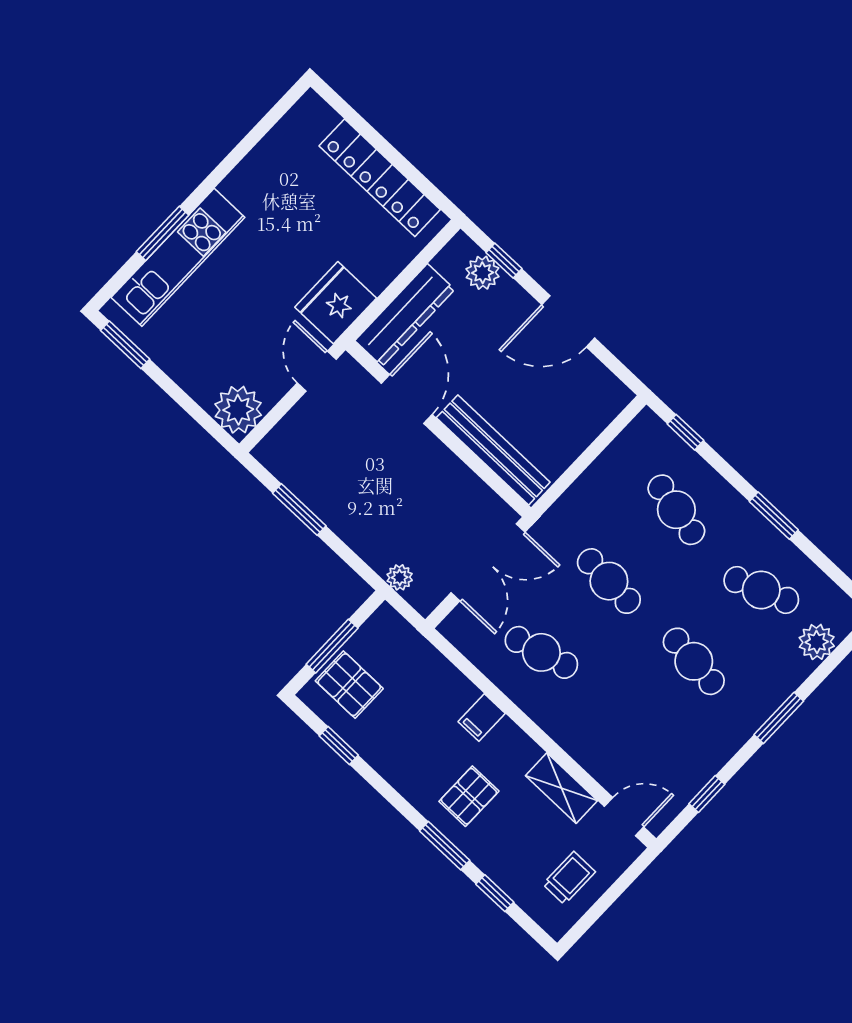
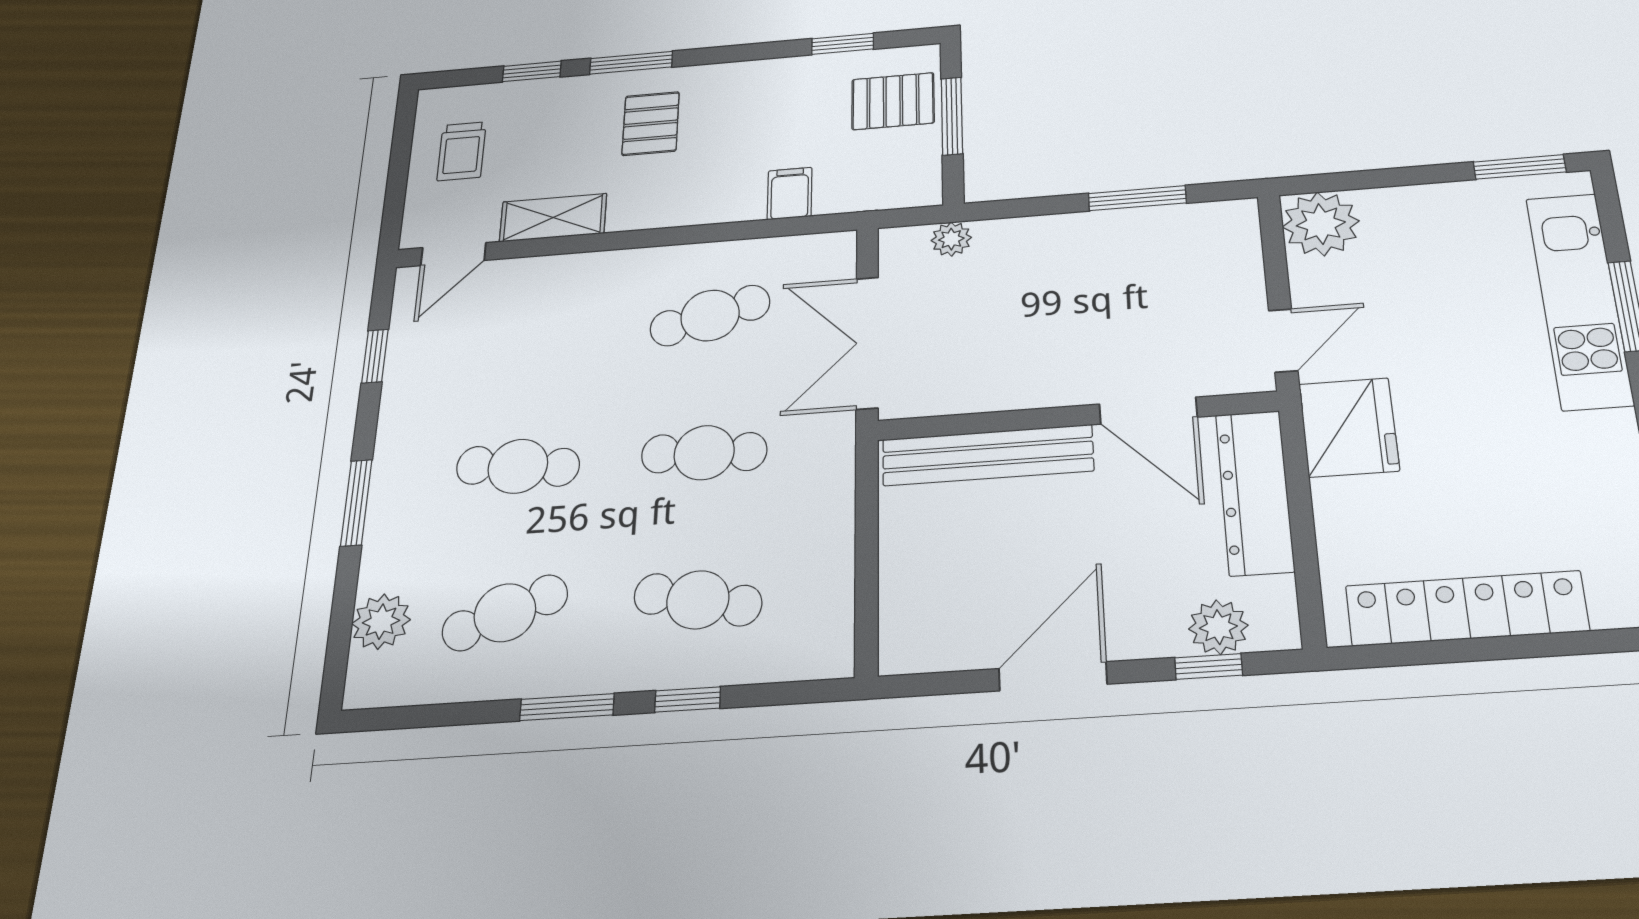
door: (317, 371) -> (1283, 341), hinge flipped
window: (685, 432) -> (688, 699), moved
filing cabinet: (482, 717) -> (790, 193), moved

